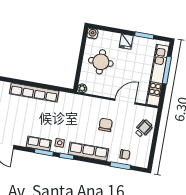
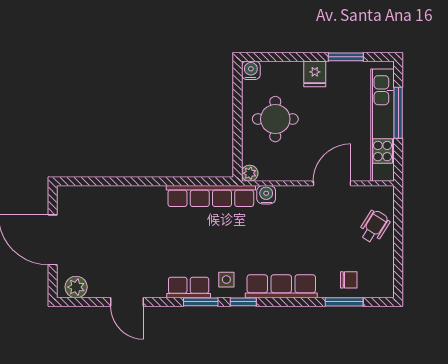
row of seats: (34, 92) -> (211, 196), moved
water cooler: (89, 101) -> (266, 195), added
chair: (106, 125) -> (304, 232), removed

